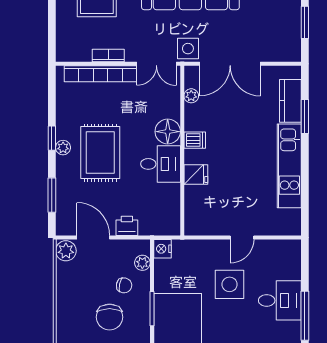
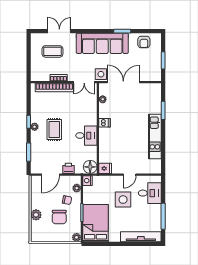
double door: (230, 64) -> (123, 82), swing flipped
kitchen counter: (290, 101) -> (155, 102), removed
floor lamp: (168, 132) -> (90, 167), moved
rug: (100, 153) -> (54, 129), width x0.73, depth x0.70
fridge: (196, 174) -> (105, 168), moved
door: (93, 237) -> (51, 175), swing flipped
plant: (66, 251) -> (36, 215), moved
desk: (280, 300) -> (150, 193), moved

